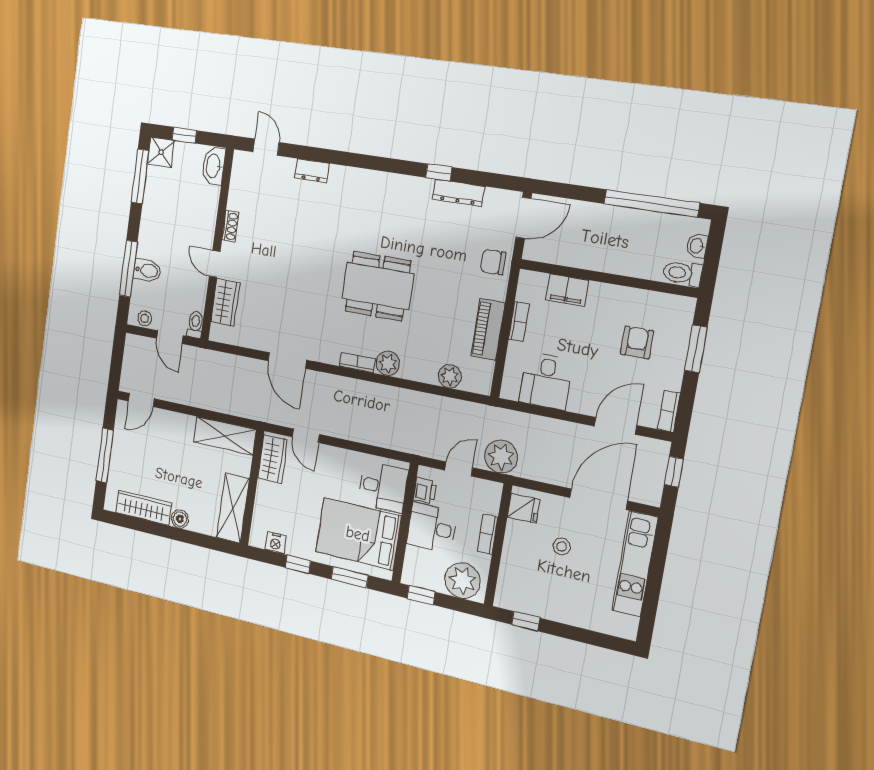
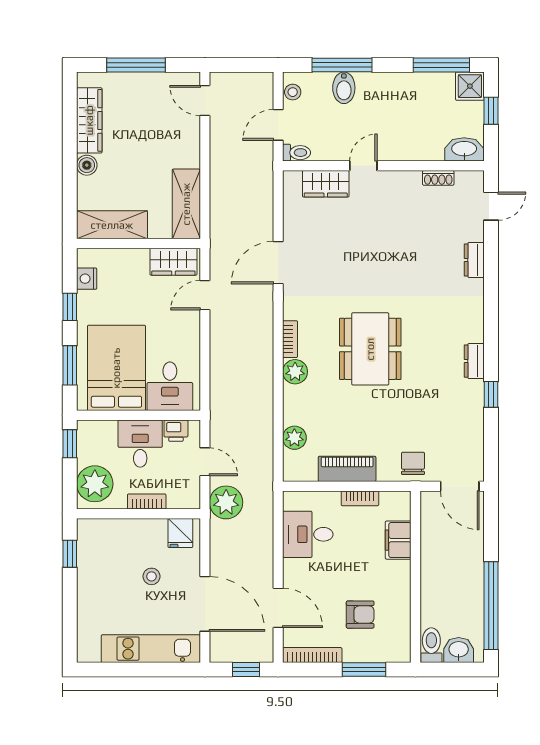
dresser: (459, 193) -> (474, 361), moved, width x0.70
shoe rack: (230, 226) -> (438, 178), moved
washbasin: (697, 246) -> (459, 650), width x1.38, depth x1.45
bookcase: (669, 411) -> (312, 655), width x1.56

